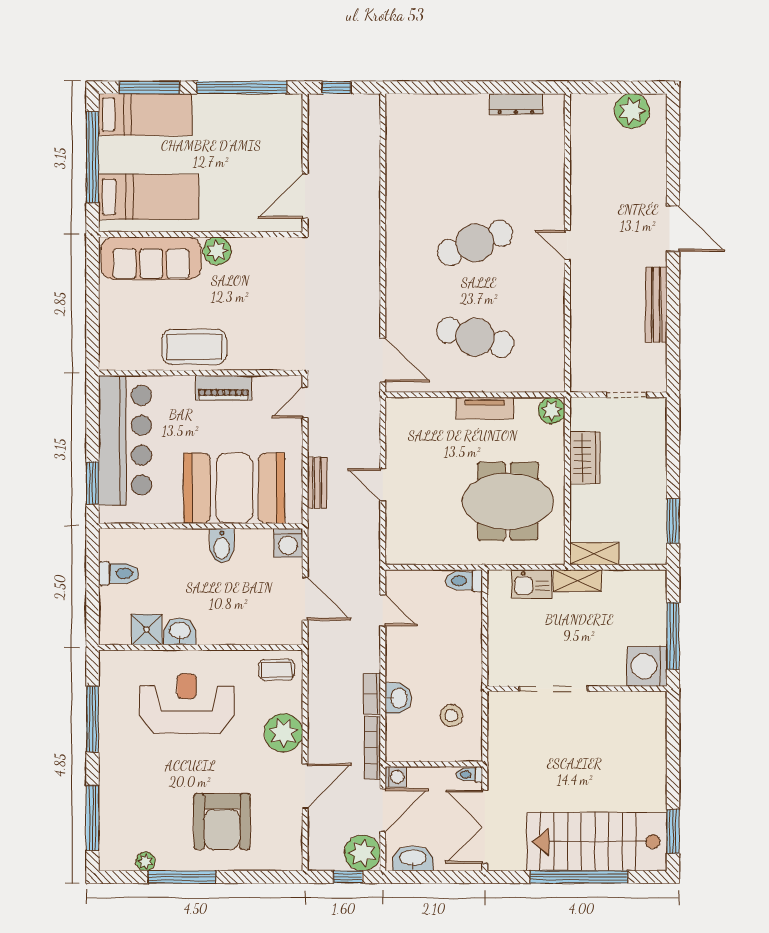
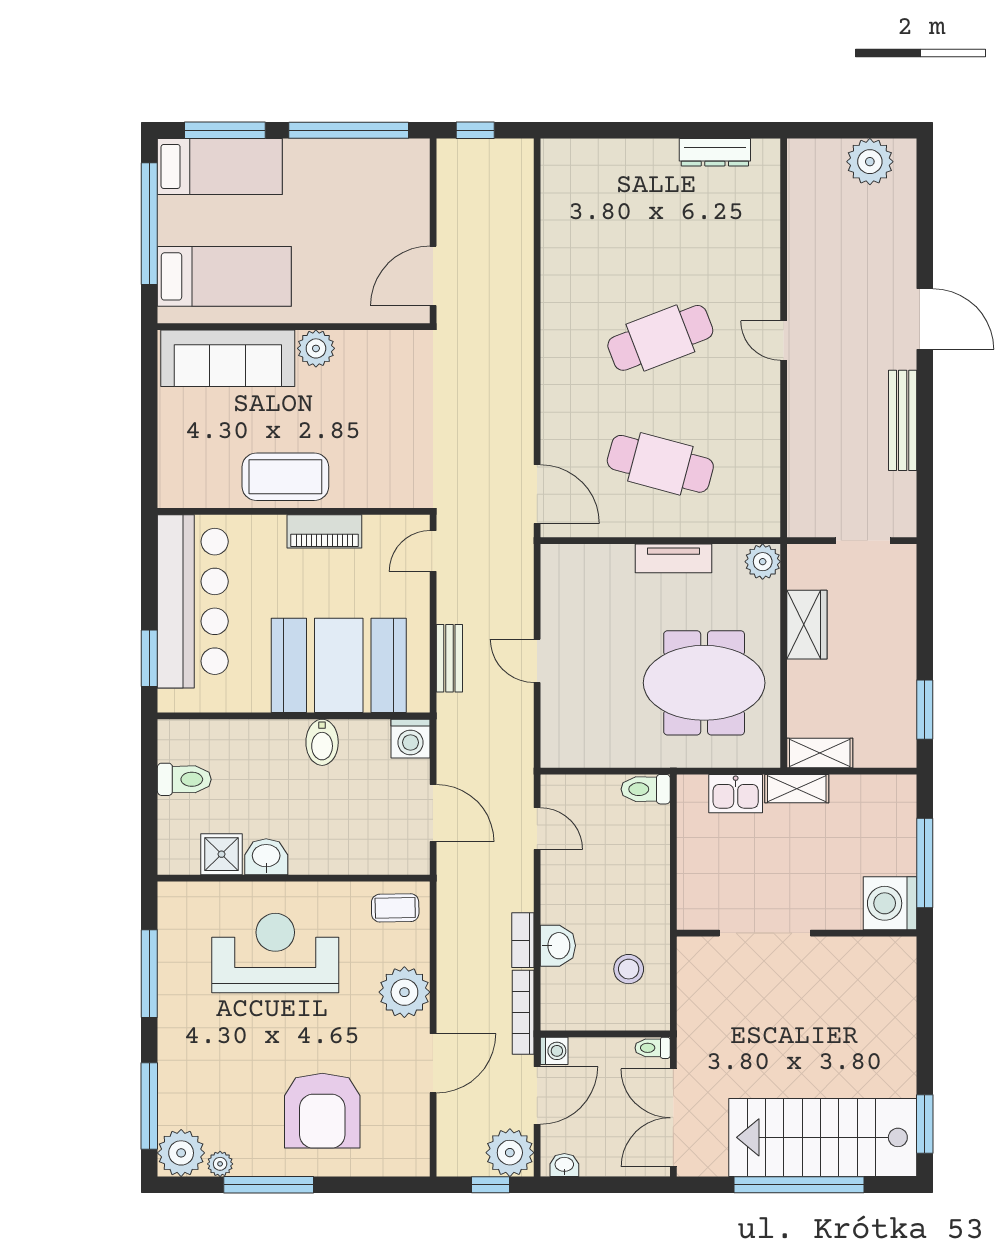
plant: (116, 853) -> (181, 1153), added
washbasin: (413, 858) -> (564, 1165), width x0.52, depth x0.69

